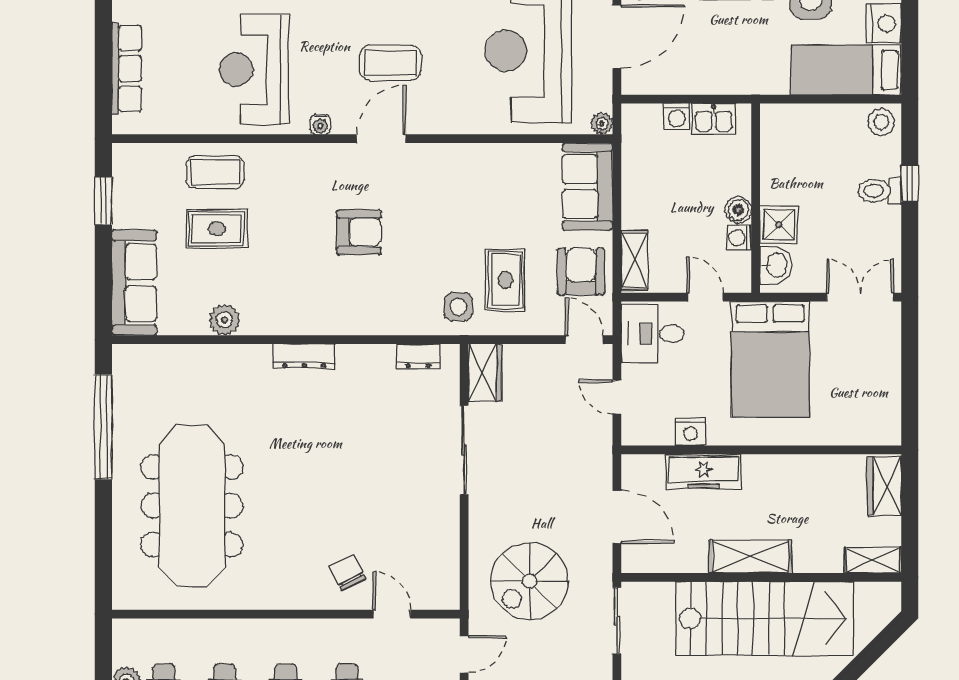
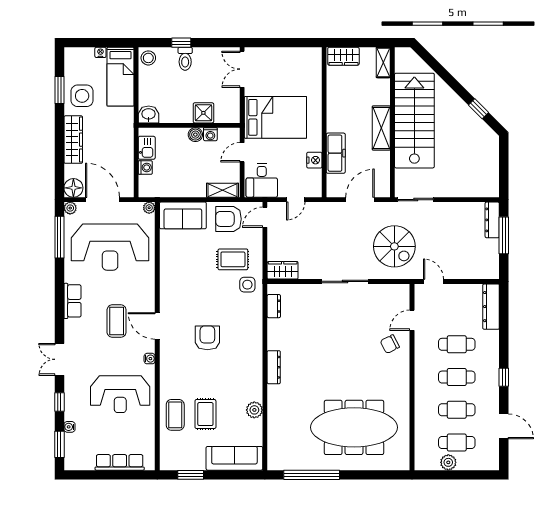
nightstand: (884, 24) -> (100, 52), width x0.53, depth x0.56
washbasin: (776, 265) -> (149, 114), moved
sliding door: (464, 450) -> (345, 281), moved

